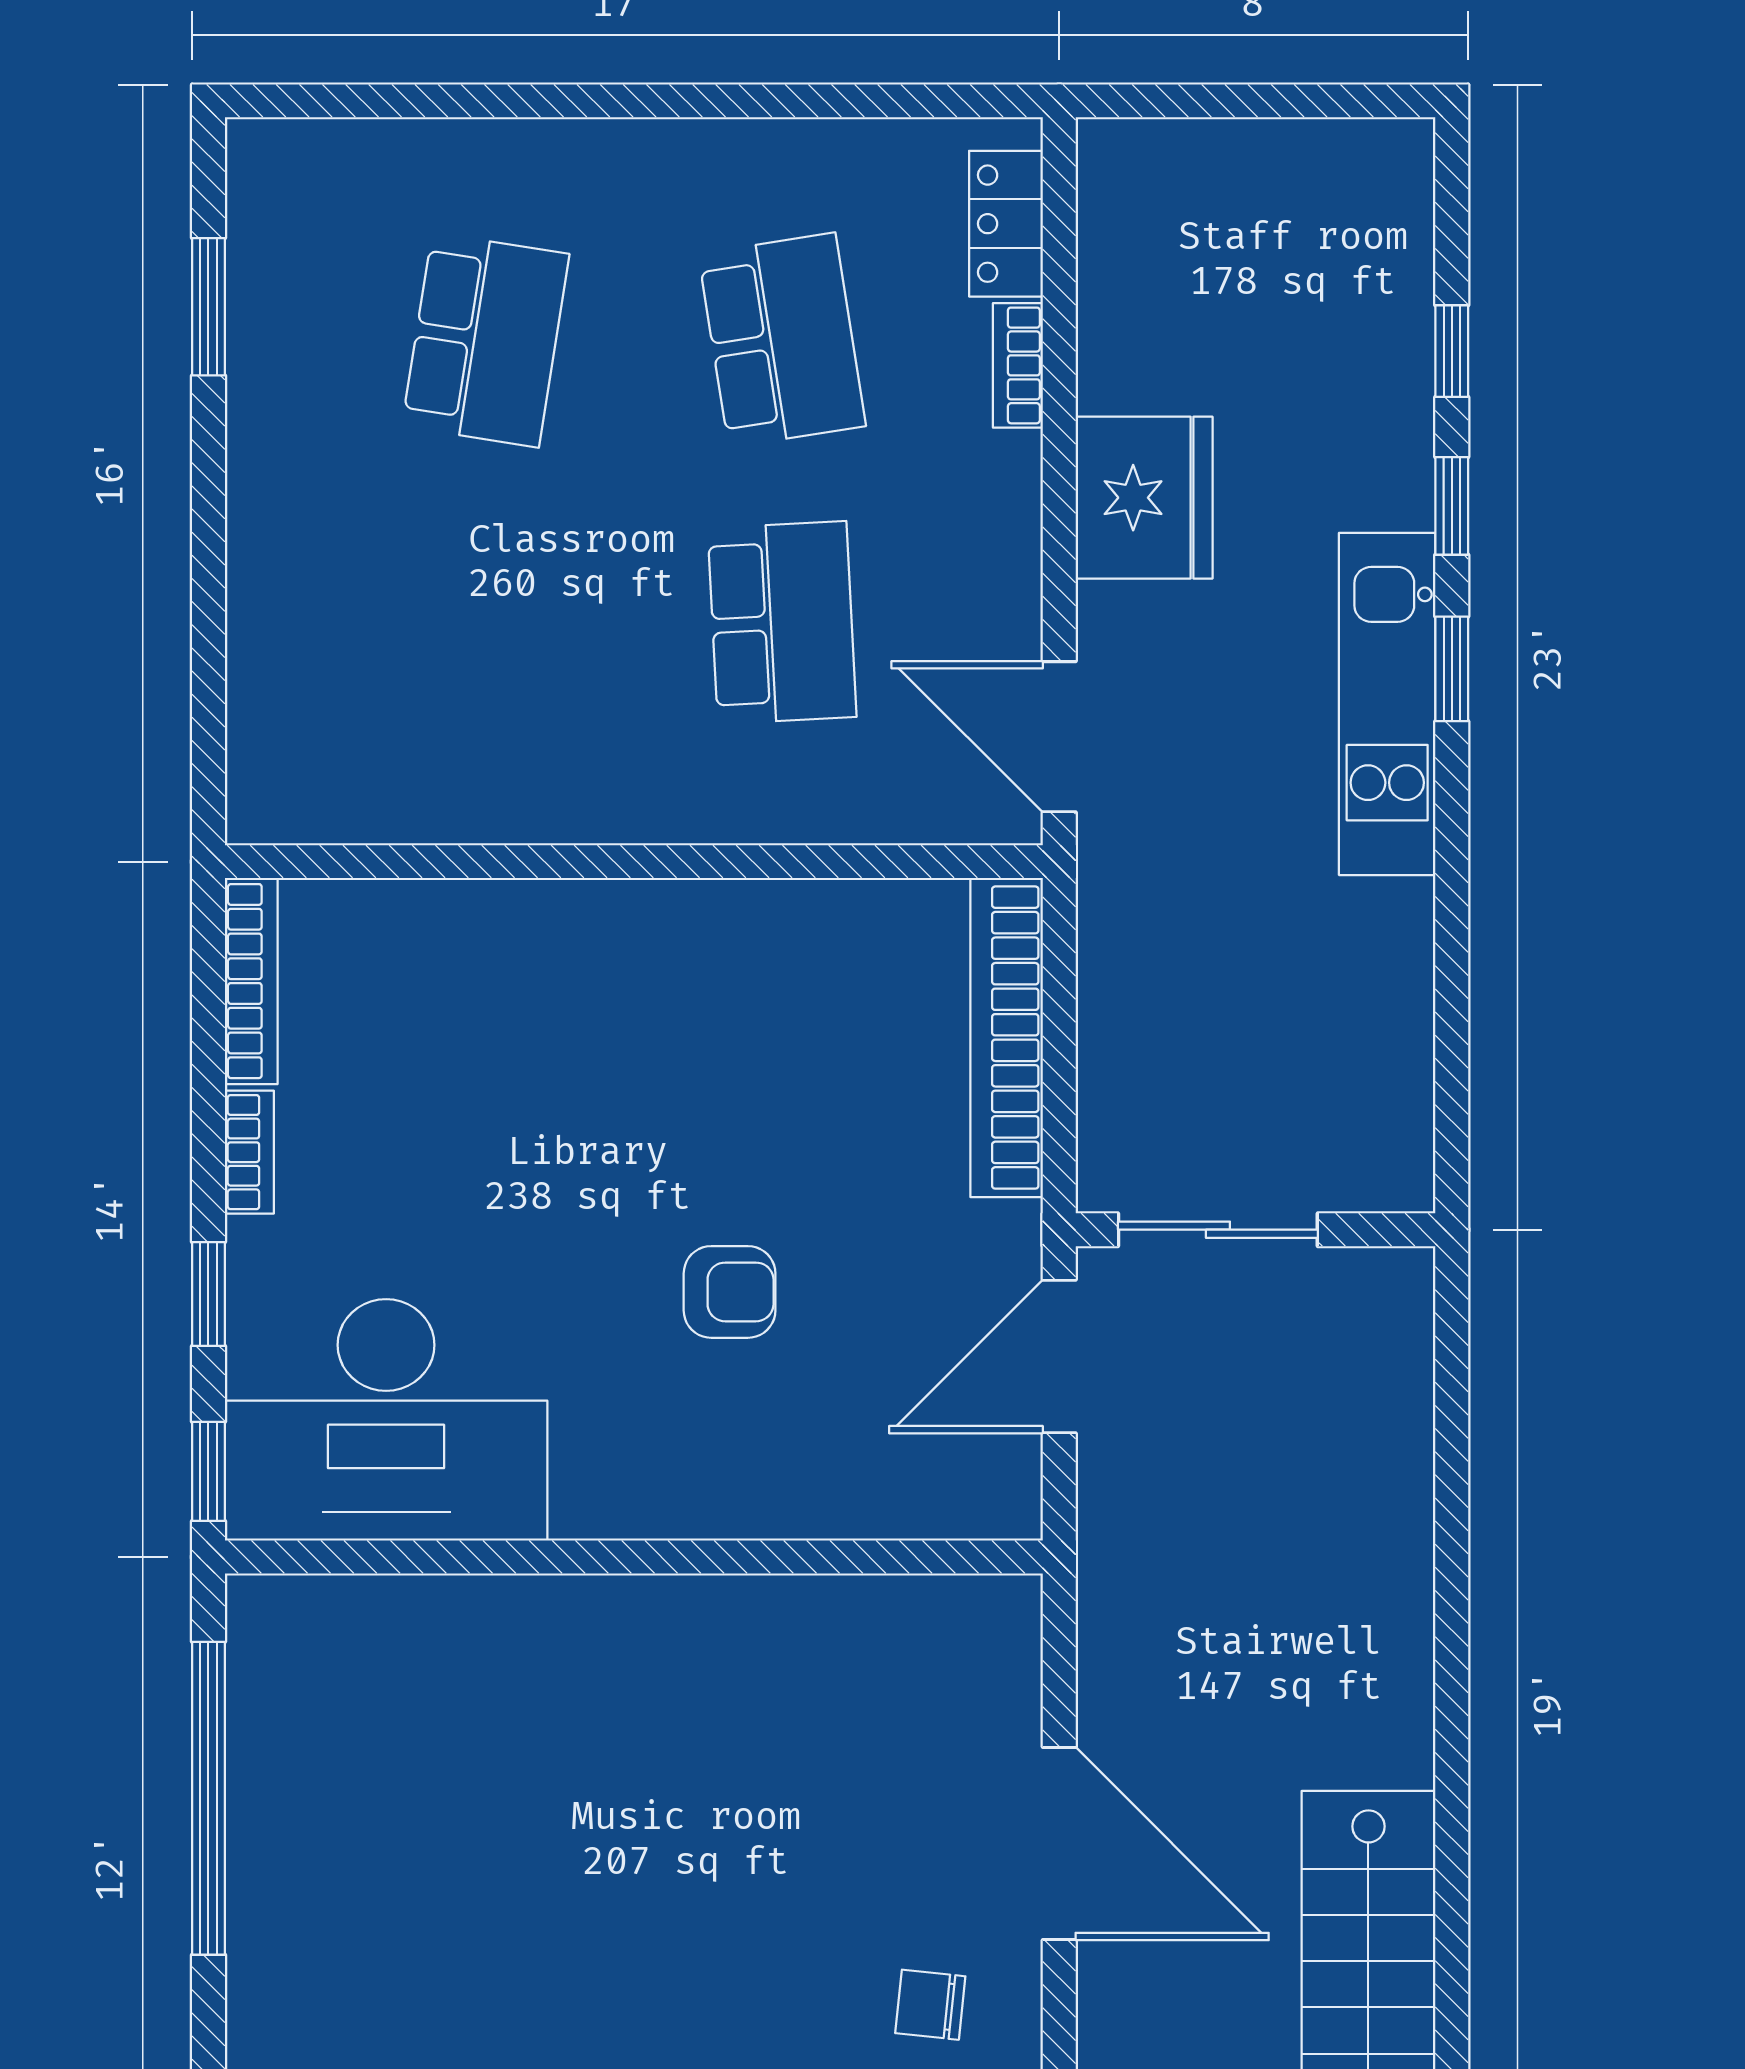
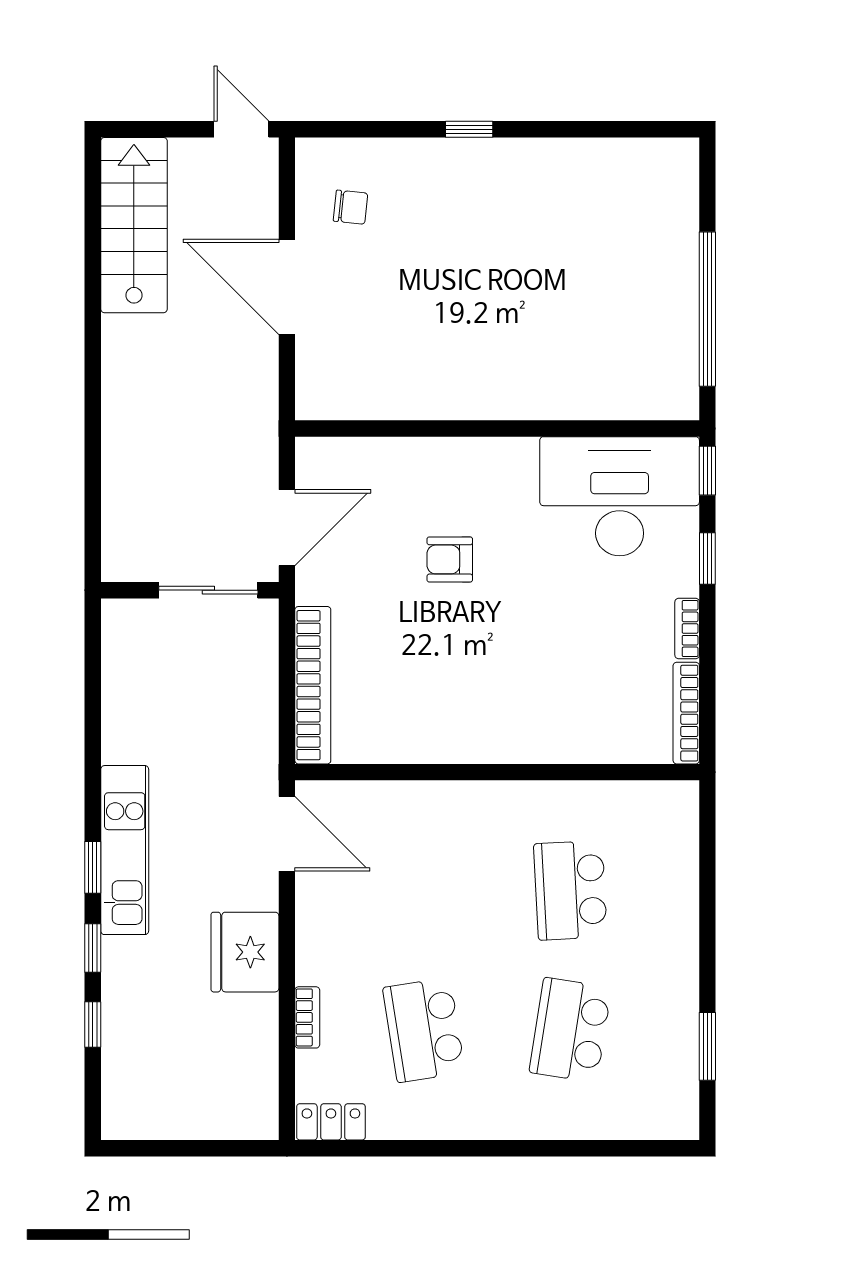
locker: (1006, 224) -> (331, 1122), moved, turned -90
school desk: (782, 623) -> (570, 890), moved

